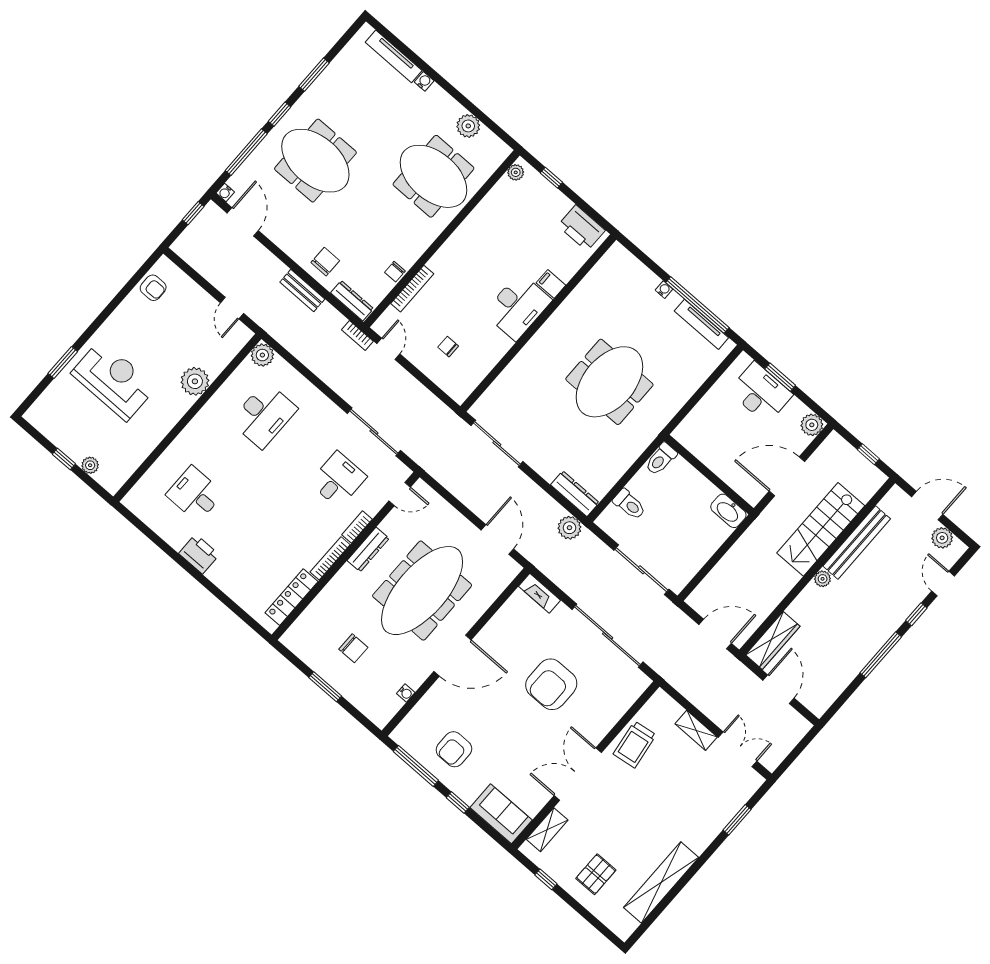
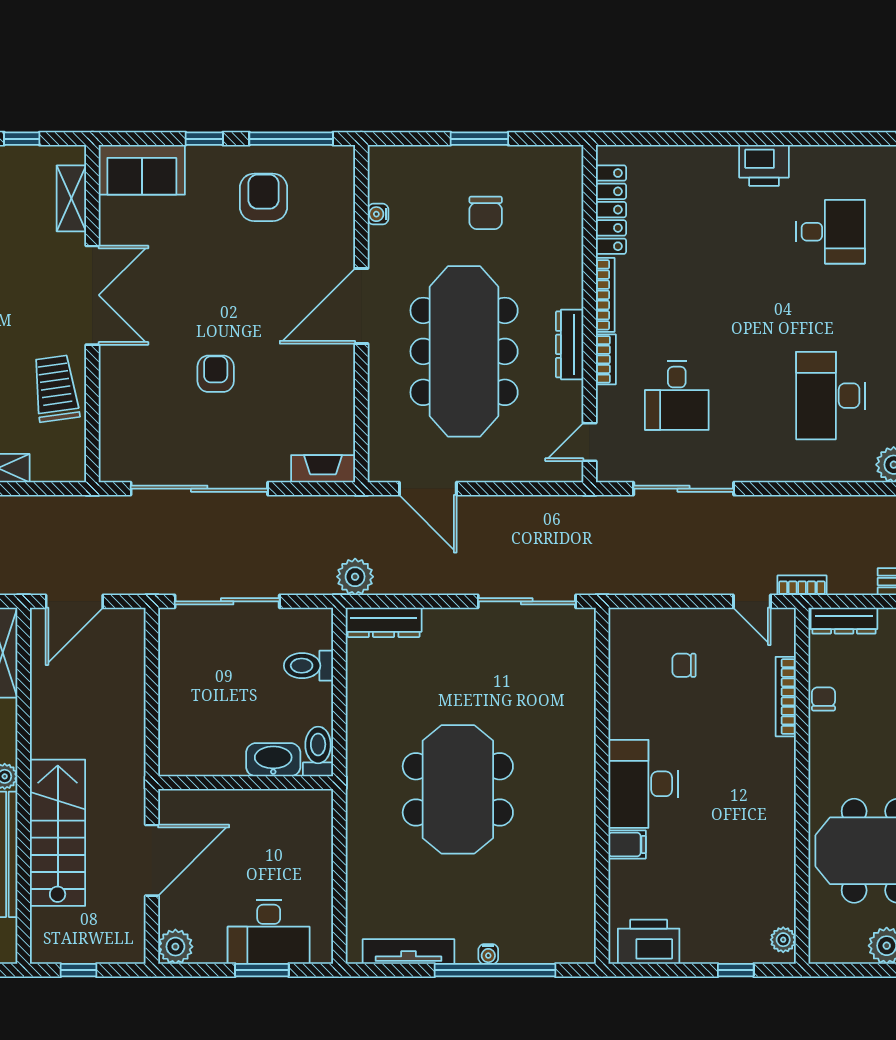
window: (697, 305) -> (495, 970), moved
chair: (448, 347) -> (684, 665), turned 180
washbasin: (728, 511) -> (273, 760), moved
chair: (353, 648) -> (486, 213), turned -90
armchair: (551, 684) -> (216, 374), width x0.53, depth x0.53

